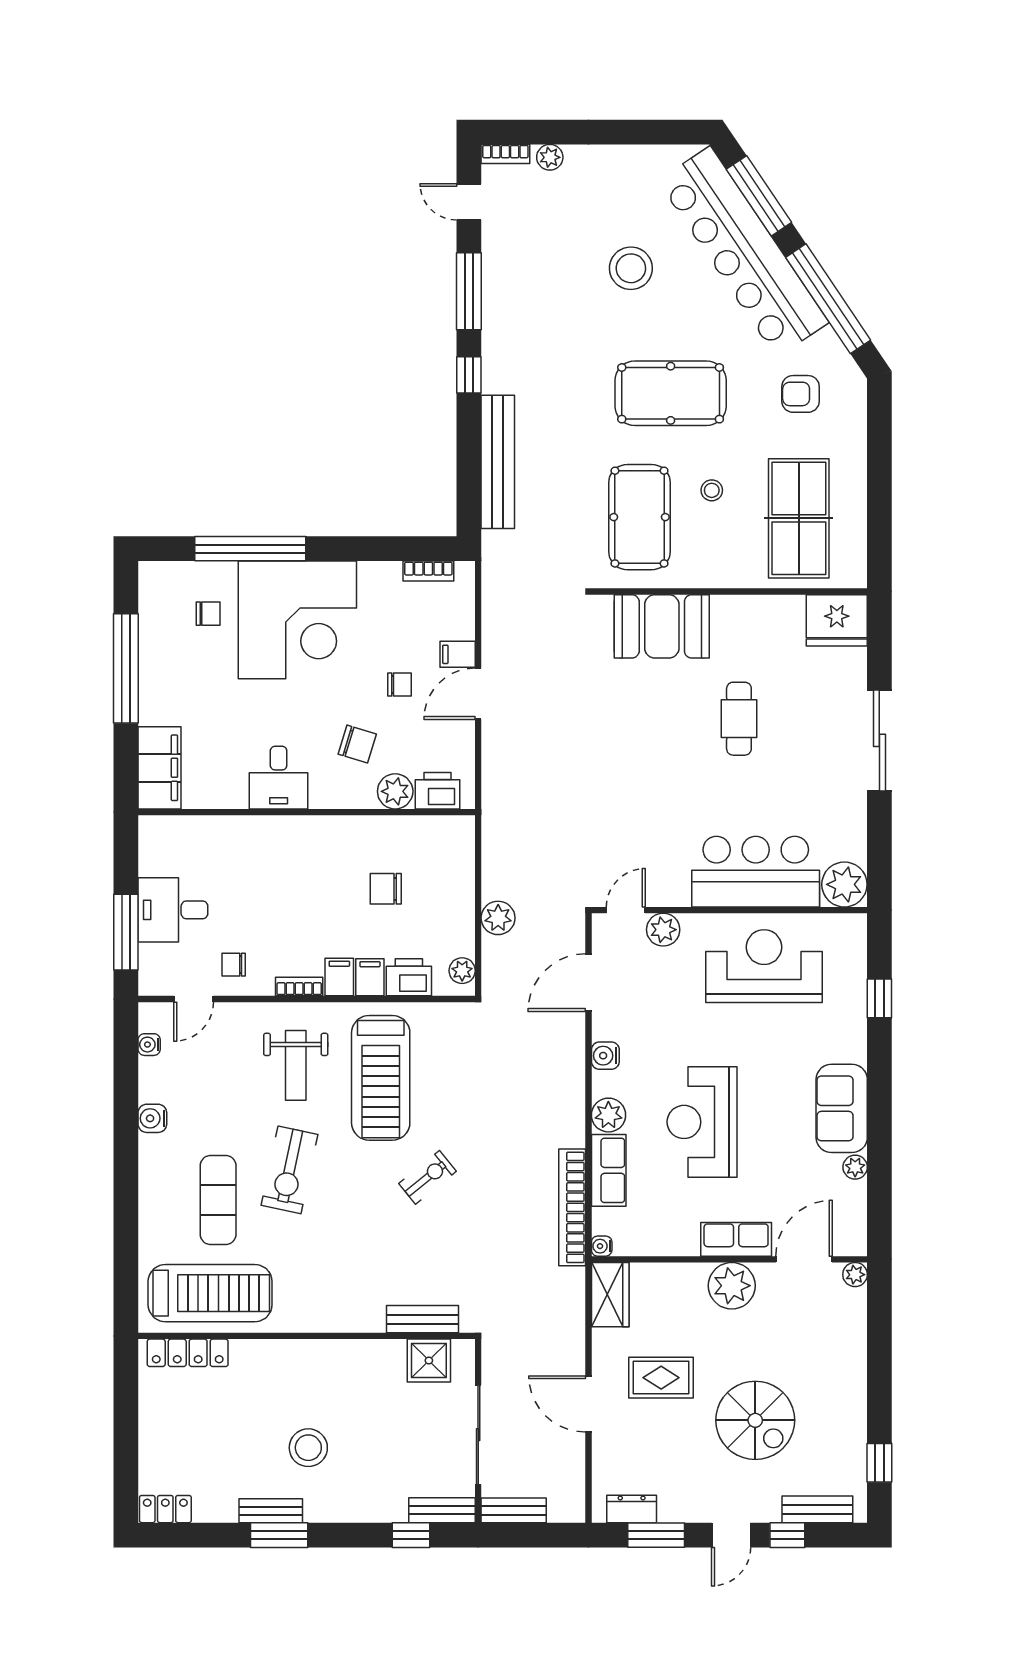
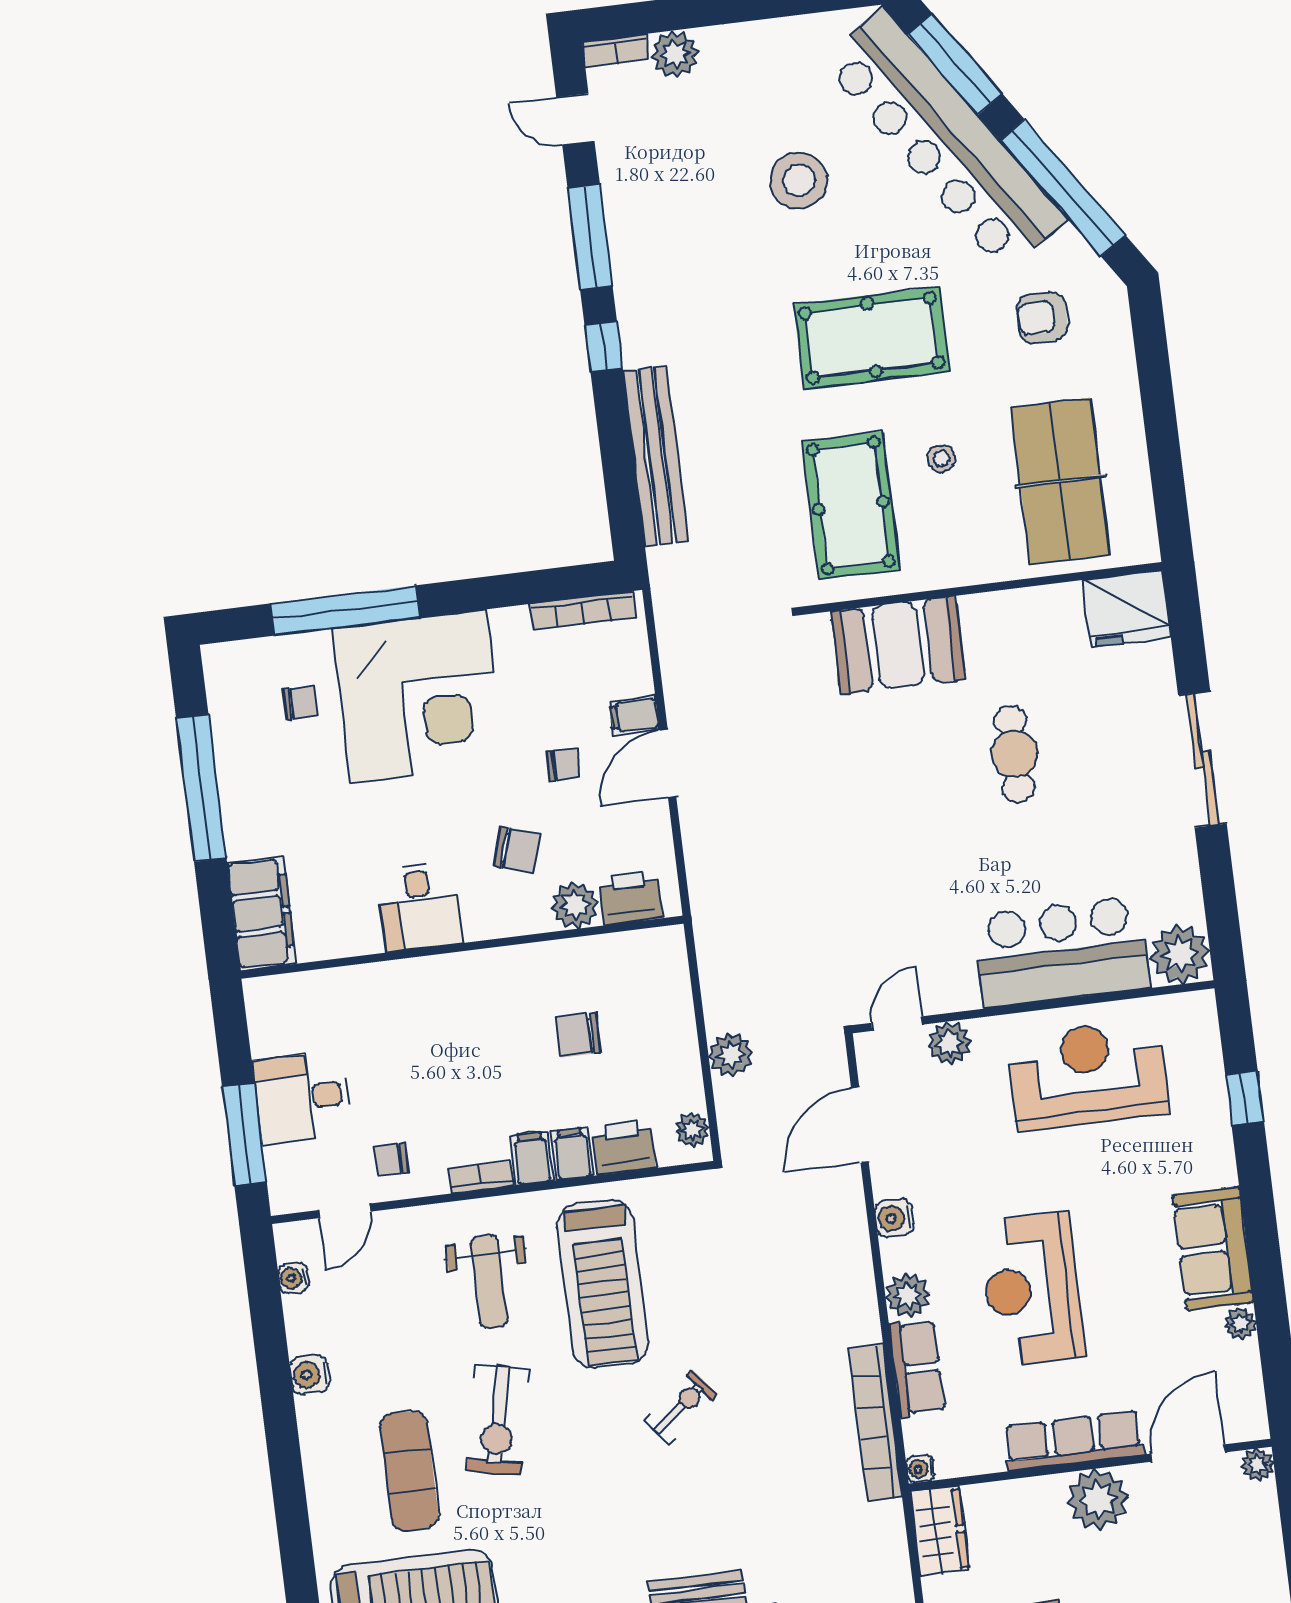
plant: (550, 157) -> (675, 54), width x1.38, depth x1.38
bookcase: (428, 571) -> (582, 611), width x1.56
row of seats: (736, 1239) -> (1074, 1441), width x1.48

